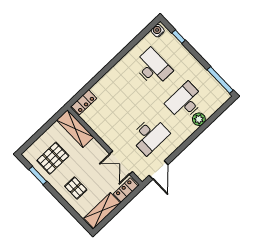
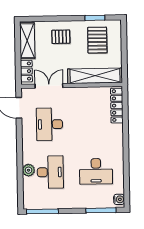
window: (179, 37) -> (101, 210), width x2.17
locker: (84, 102) -> (117, 106), width x1.53
shelving: (75, 129) -> (95, 76), width x1.47

